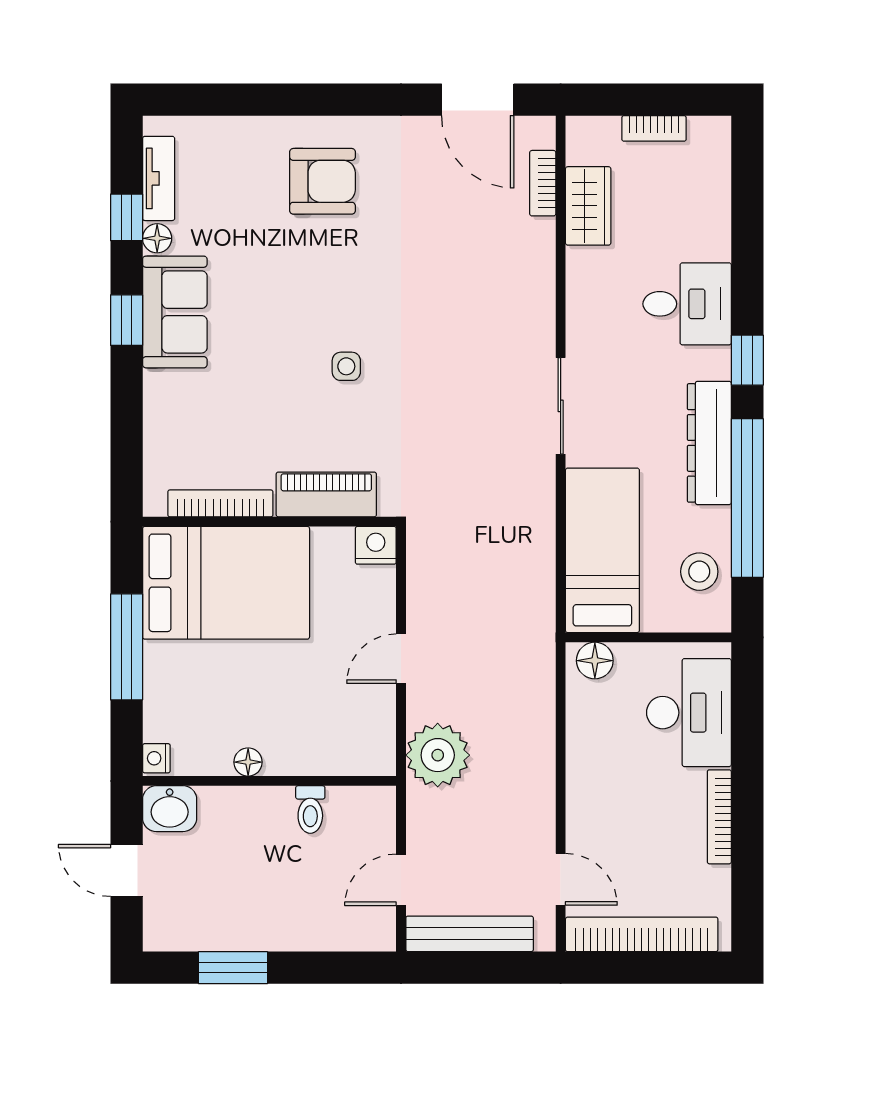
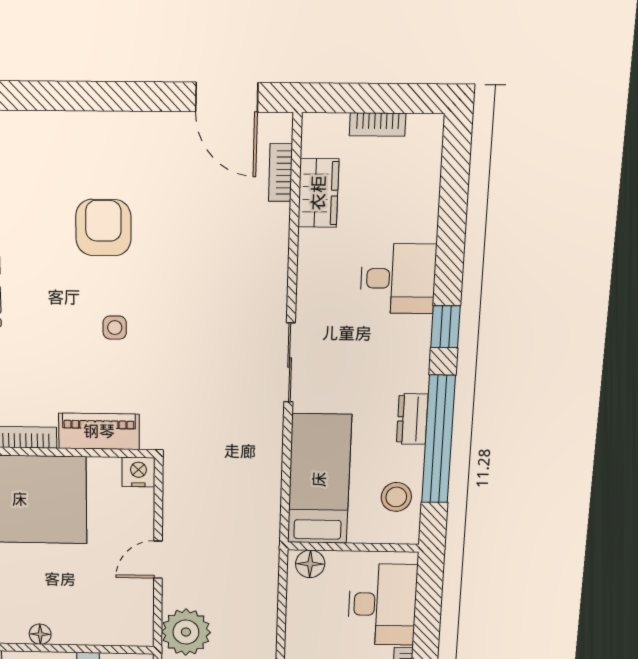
armchair: (322, 181) -> (103, 228), moved, turned -90
dresser: (709, 443) -> (412, 419), width x0.51, depth x0.80

